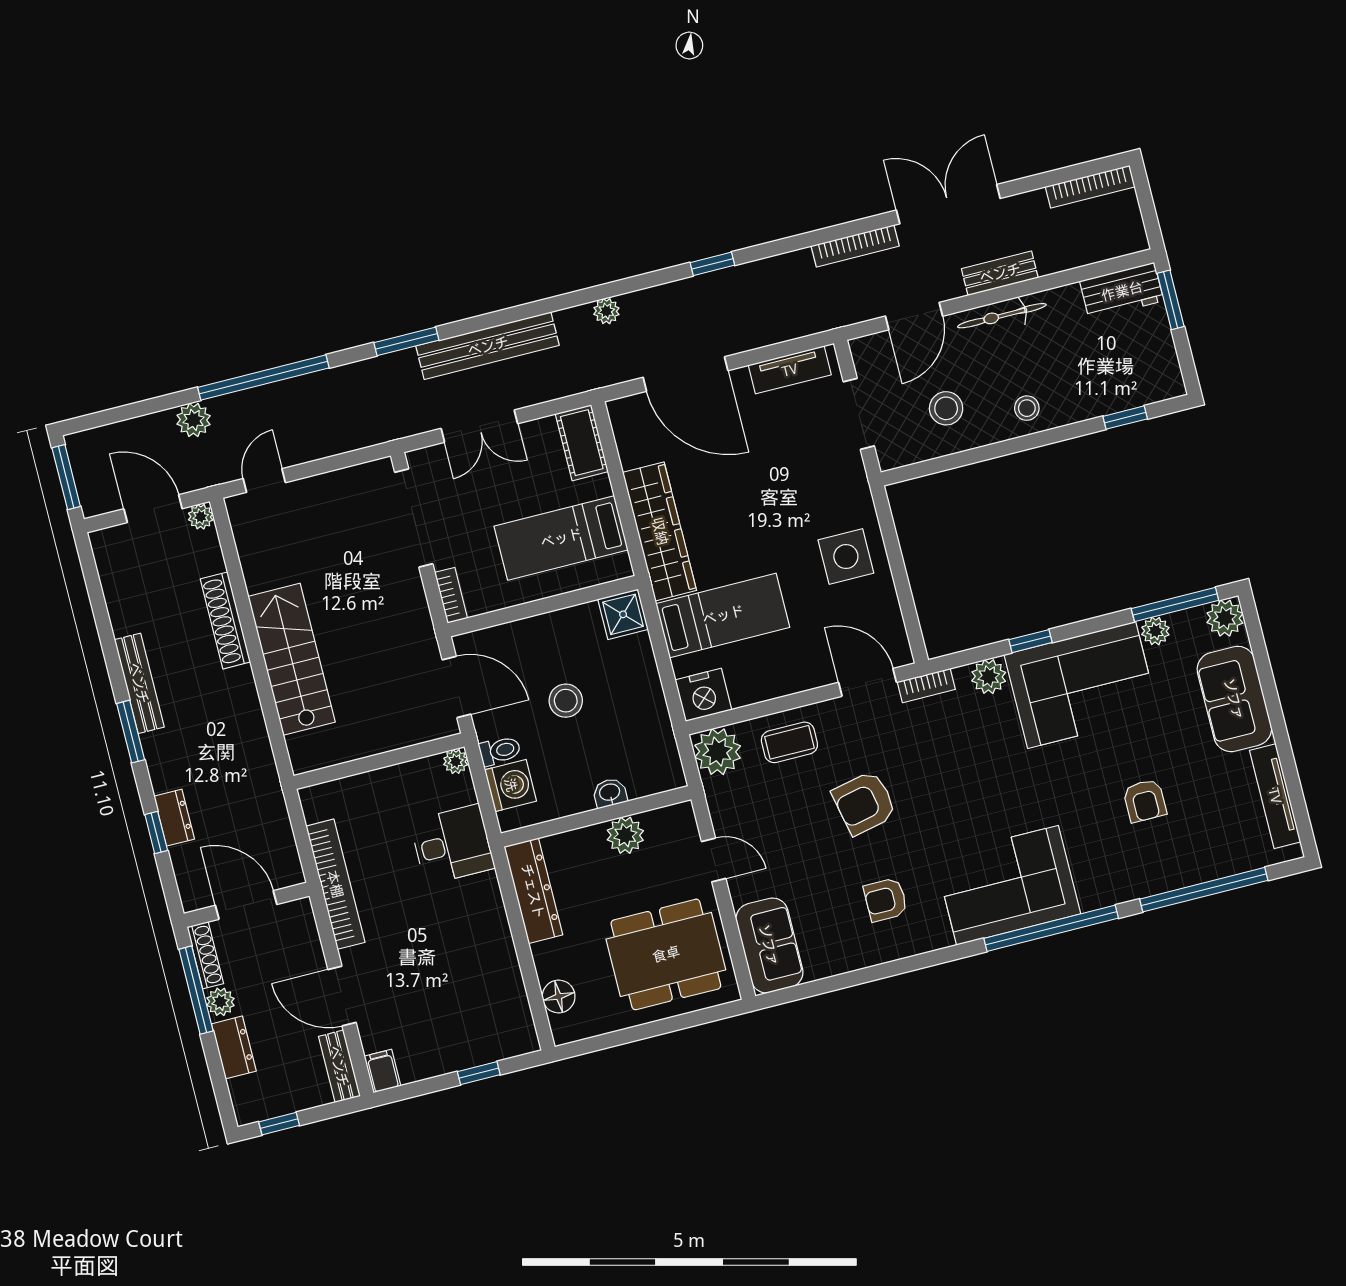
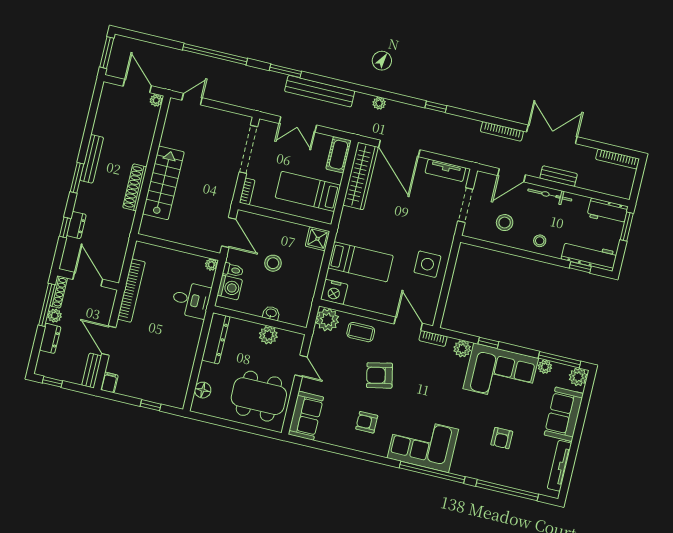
workbench: (1130, 388) -> (589, 256), added
plant: (194, 420) -> (175, 57), removed
wardrobe: (660, 531) -> (360, 176), moved
shoe rack: (225, 620) -> (135, 187), moved

